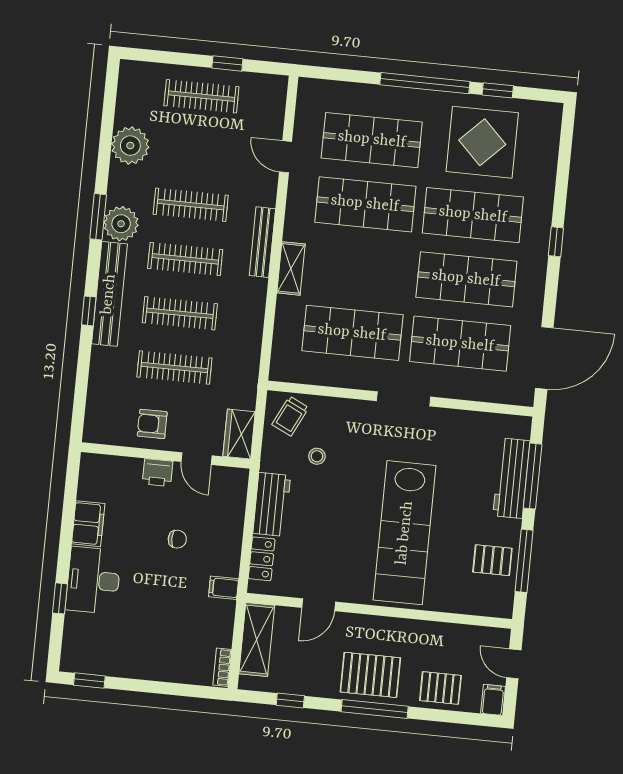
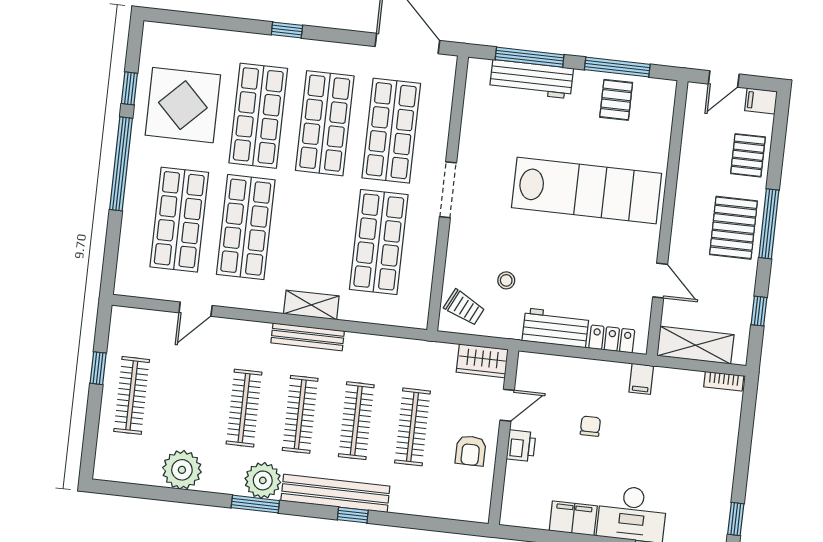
bench: (262, 242) -> (308, 337), moved

